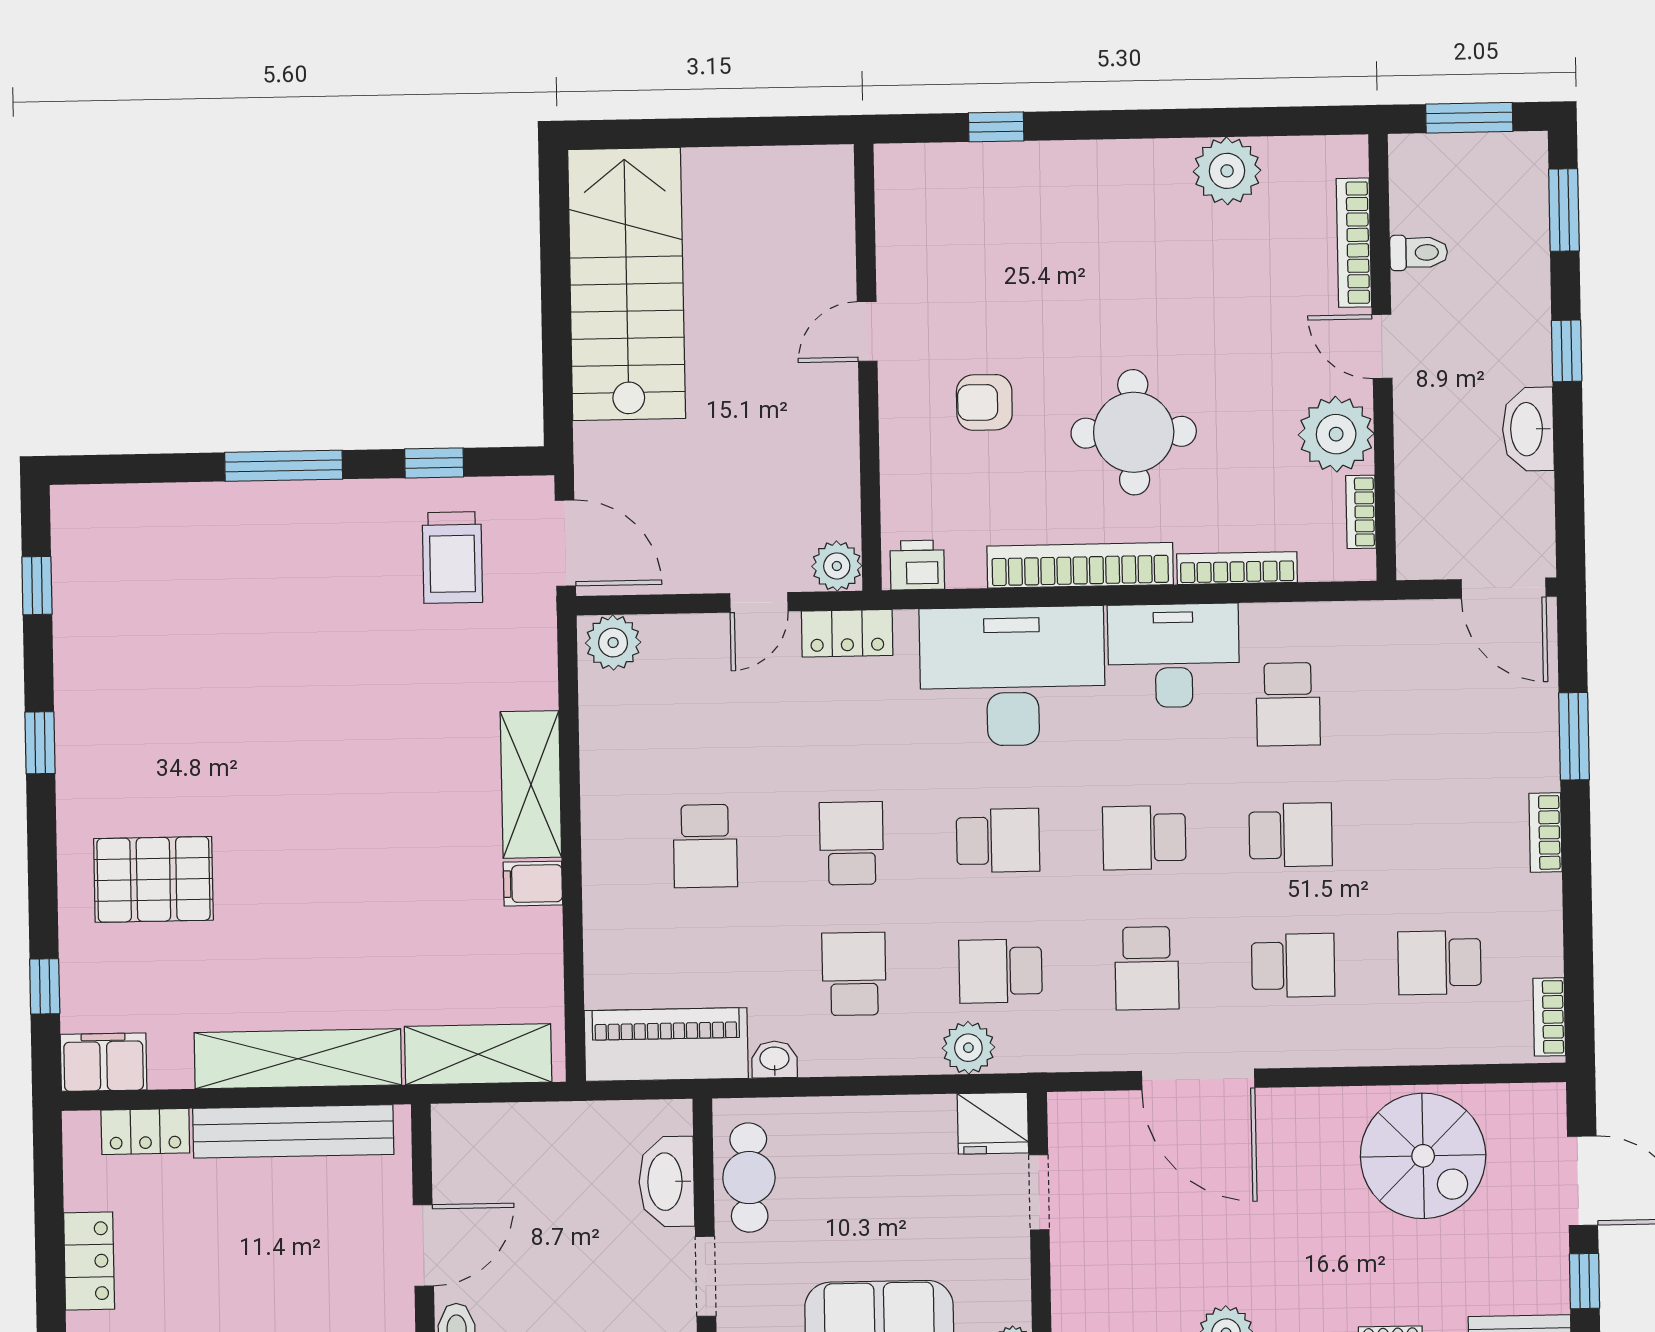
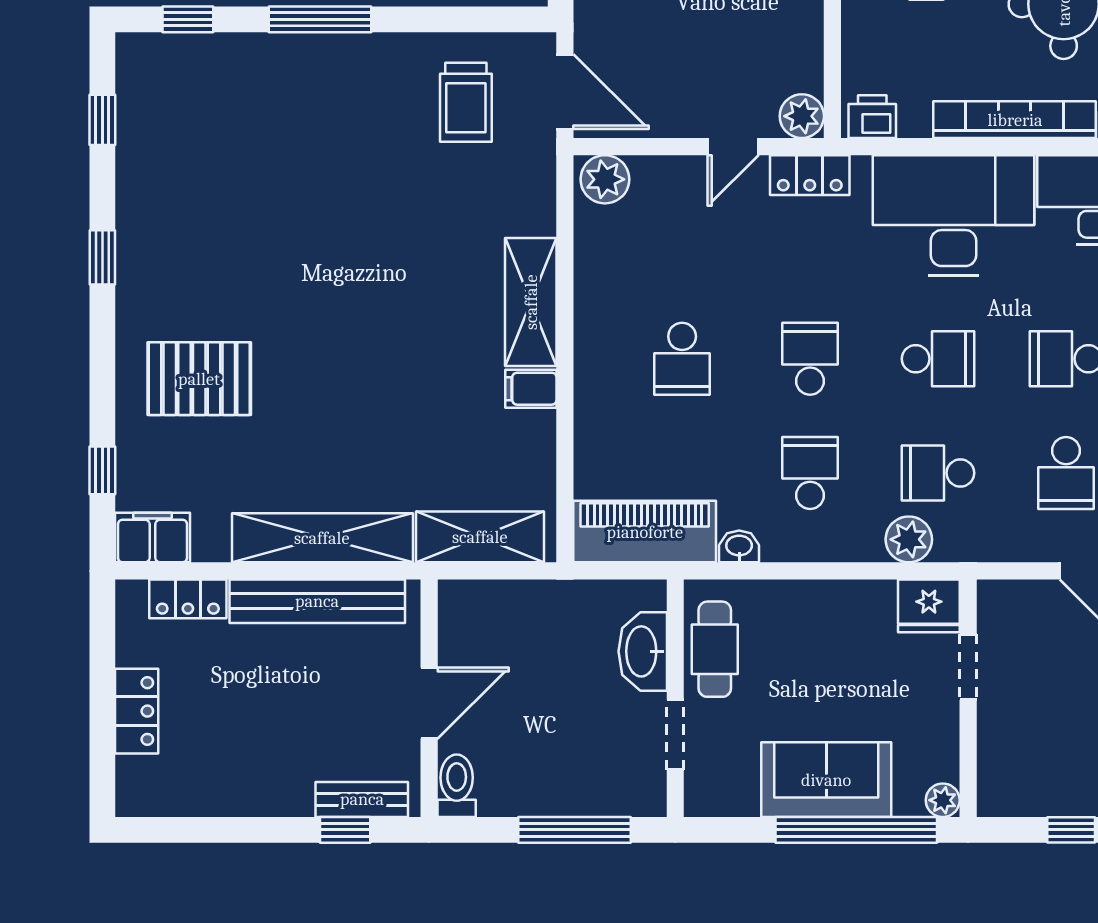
window: (434, 463) -> (188, 19), moved

